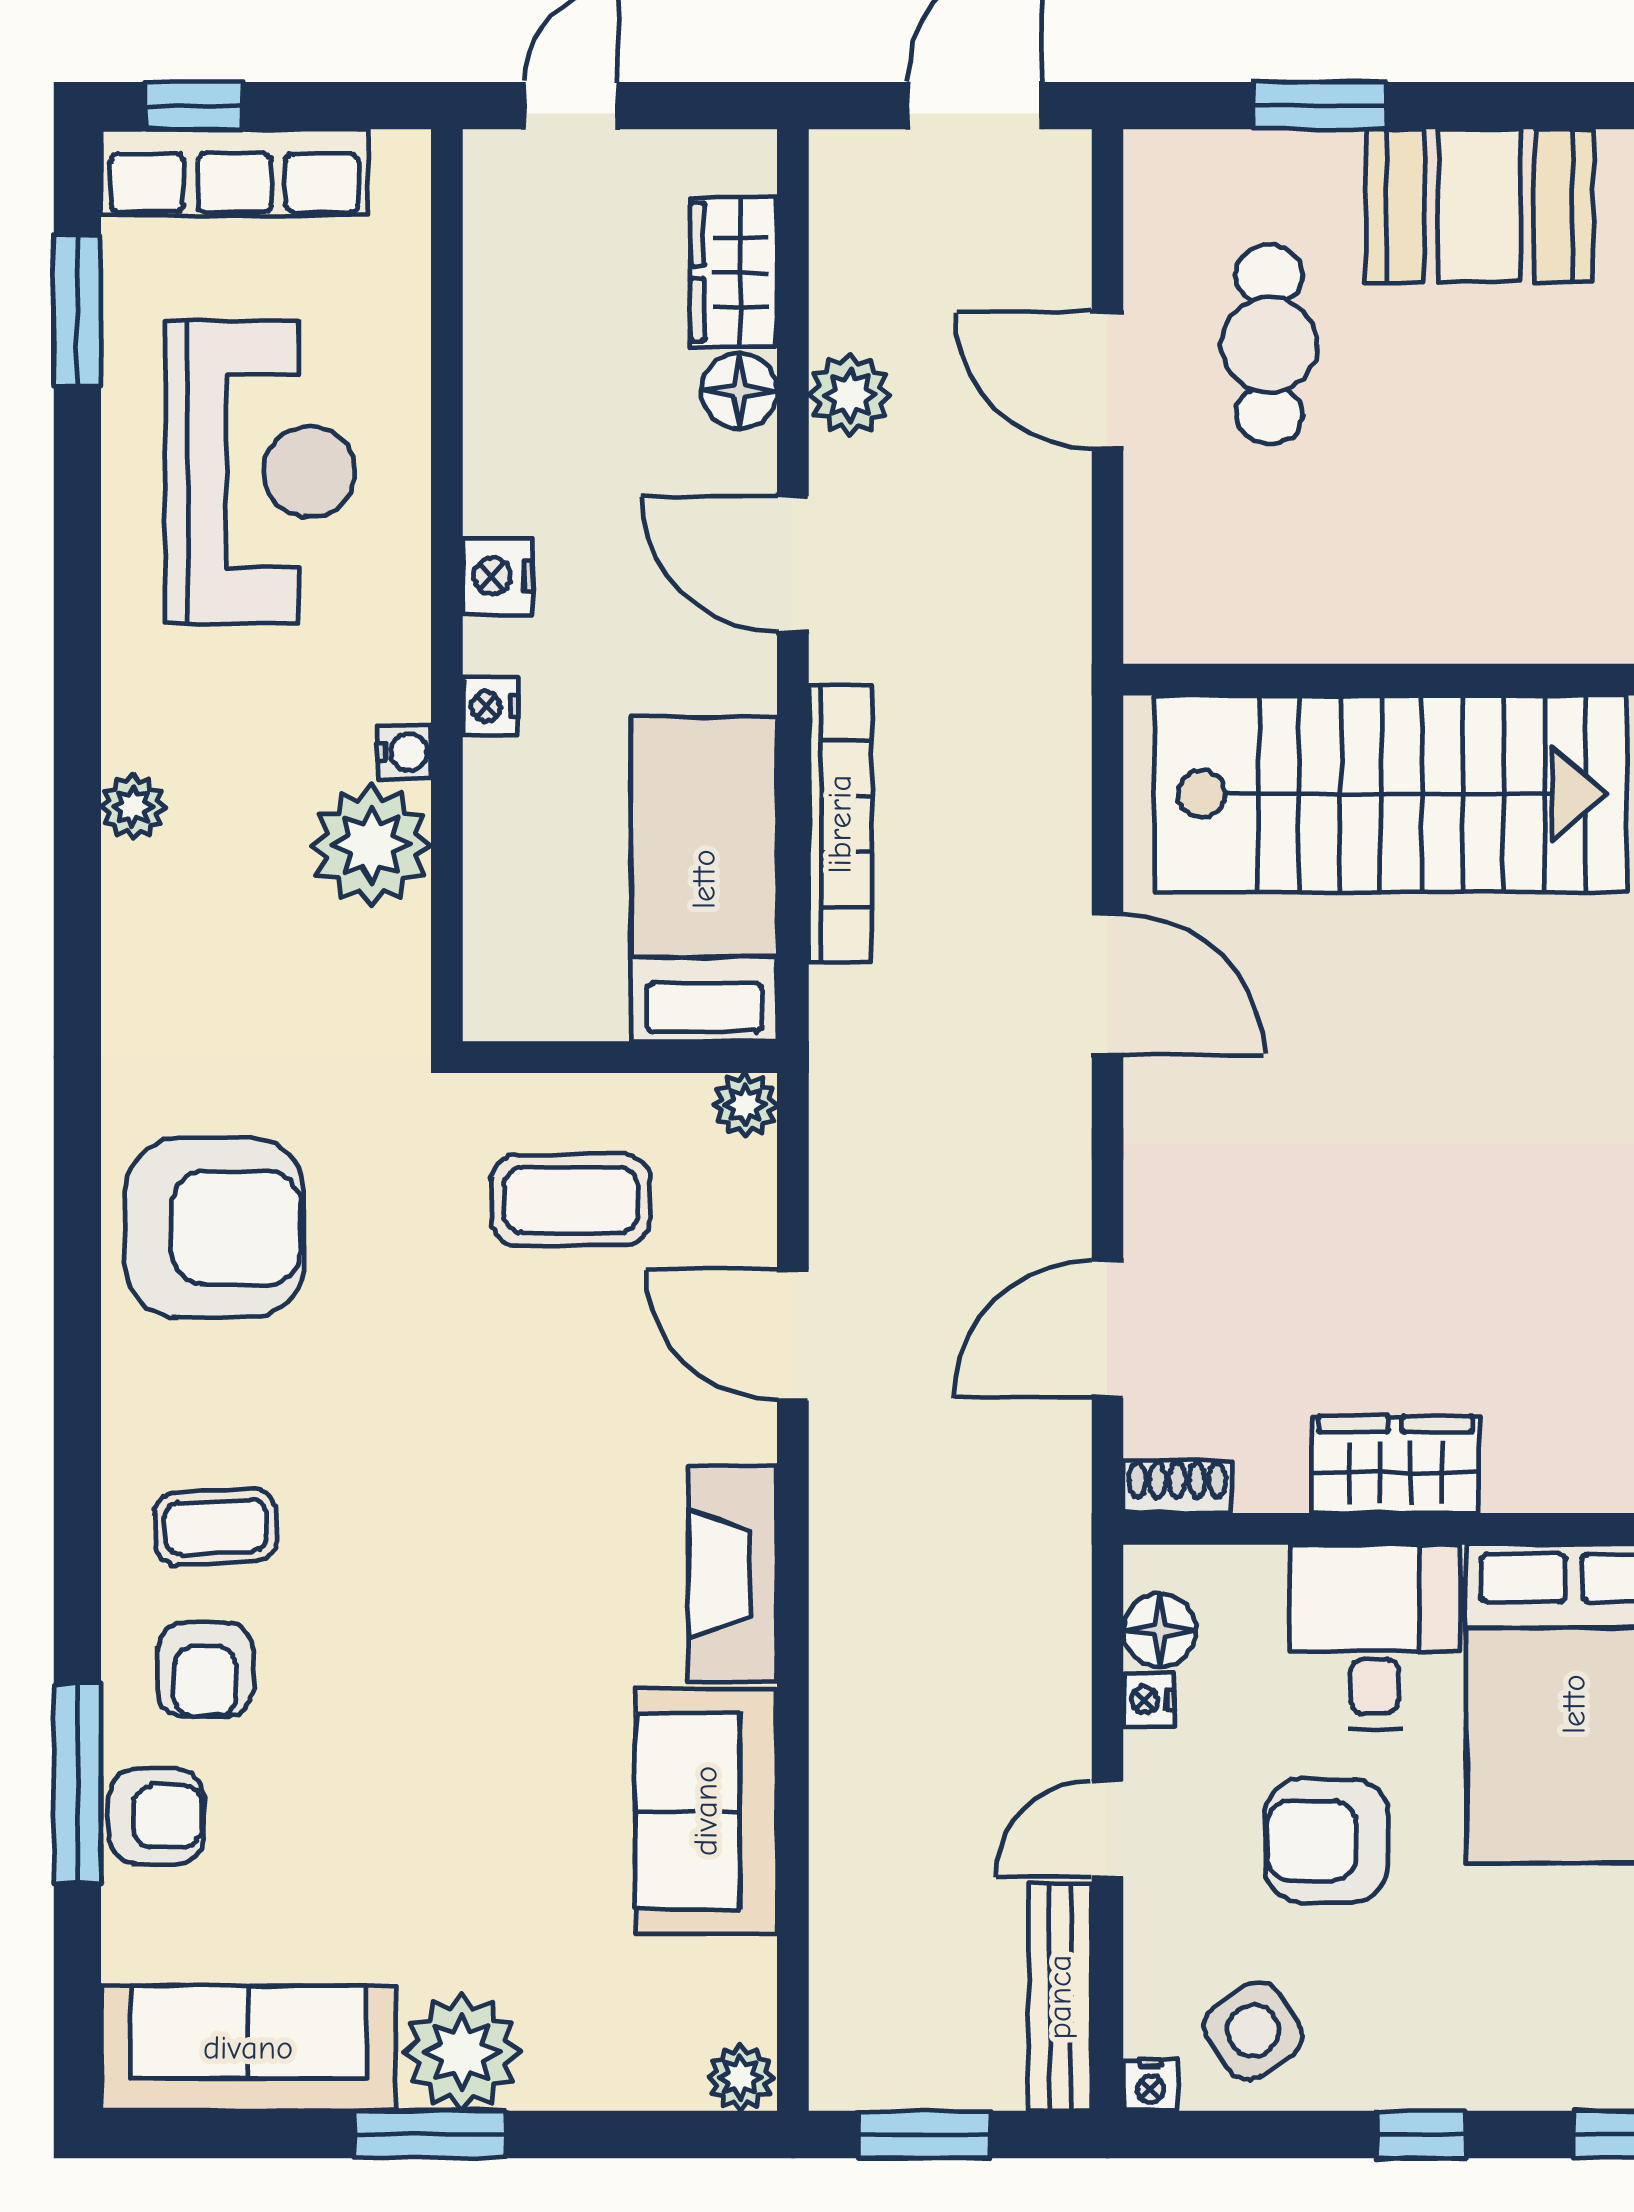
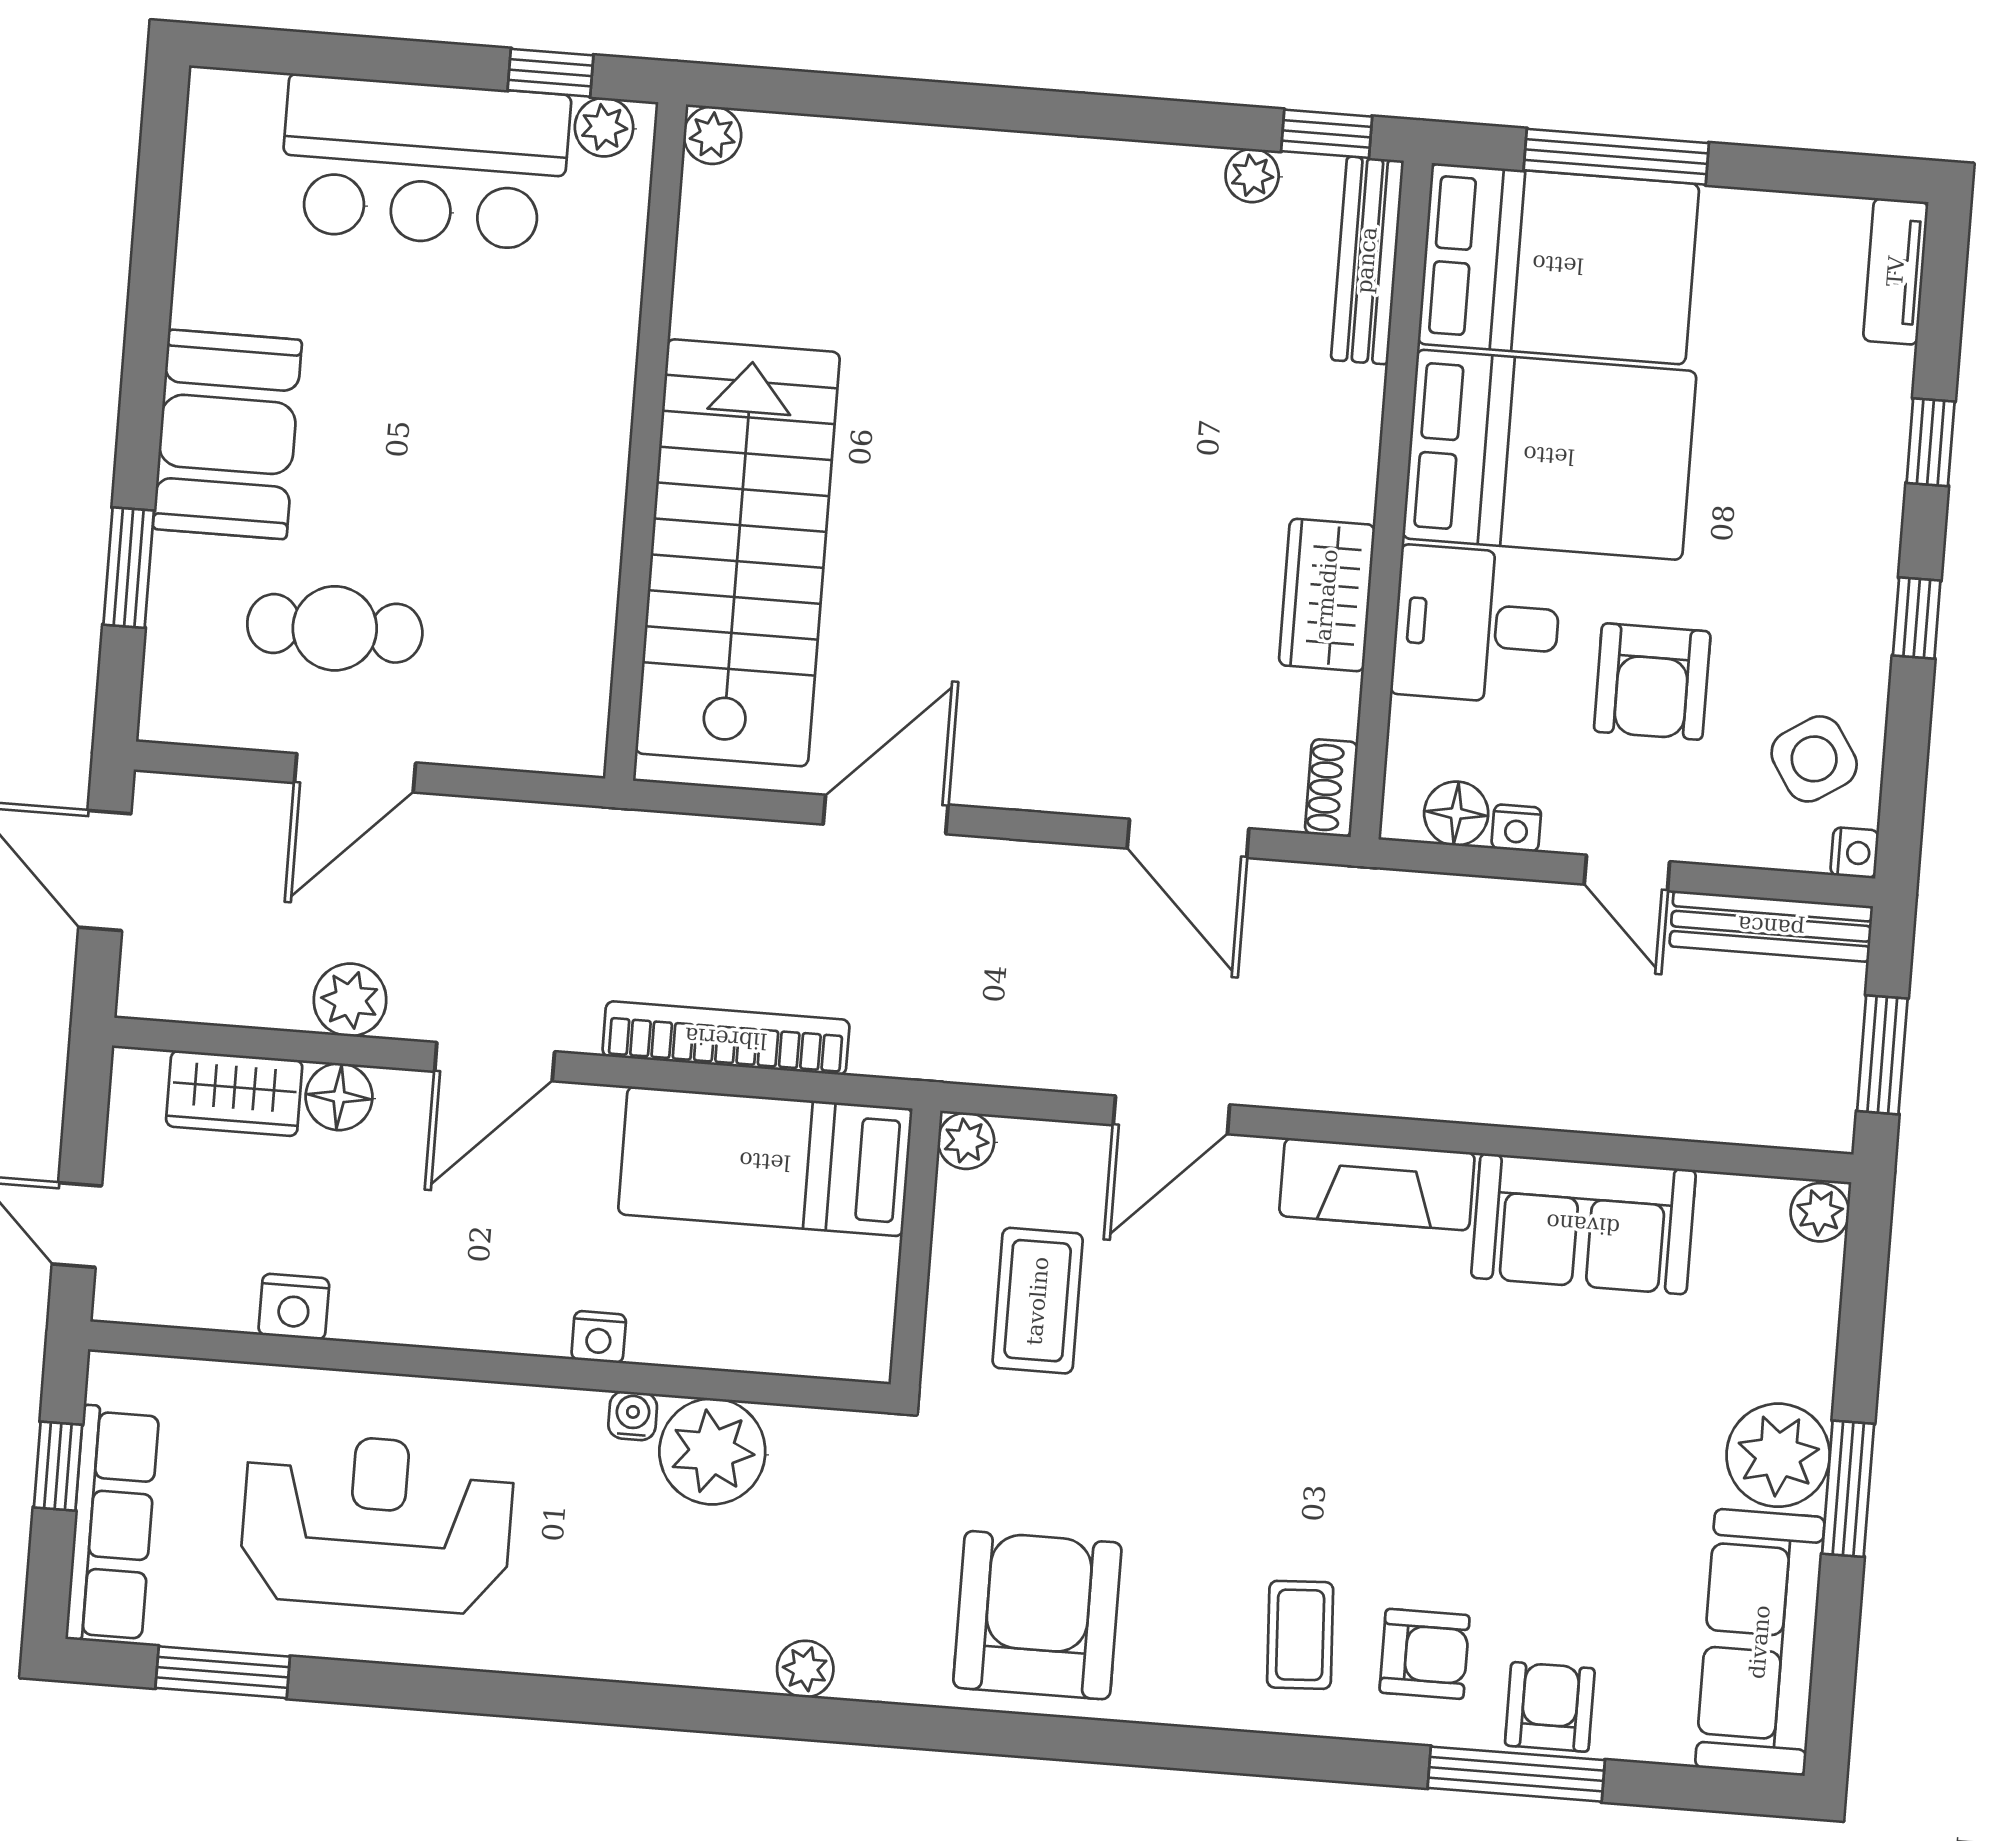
window: (194, 106) -> (58, 1466), moved
nightstand: (498, 576) -> (294, 1307), moved
plant: (133, 807) -> (805, 1669), moved

